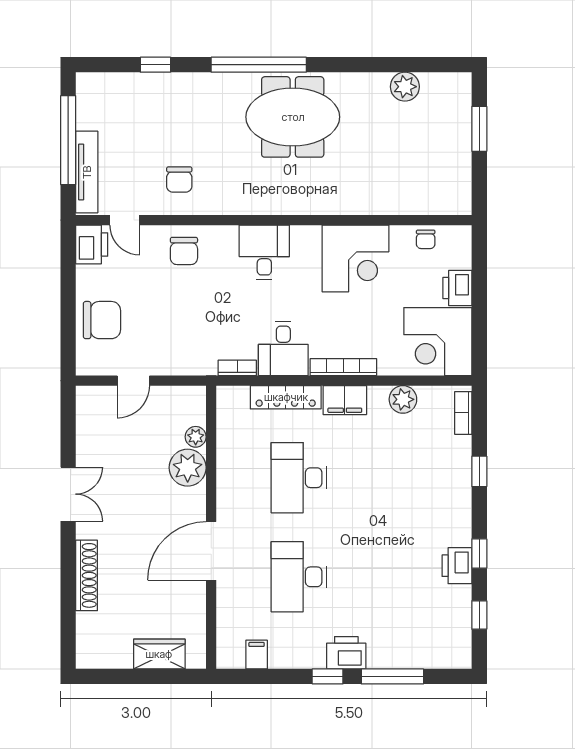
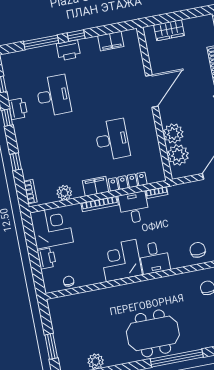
corner desk: (355, 258) -> (121, 260), moved
plant: (196, 437) -> (178, 155), width x1.87, depth x1.87
desk: (299, 577) -> (53, 96), moved
filing cabinet: (257, 655) -> (111, 41), width x2.00

